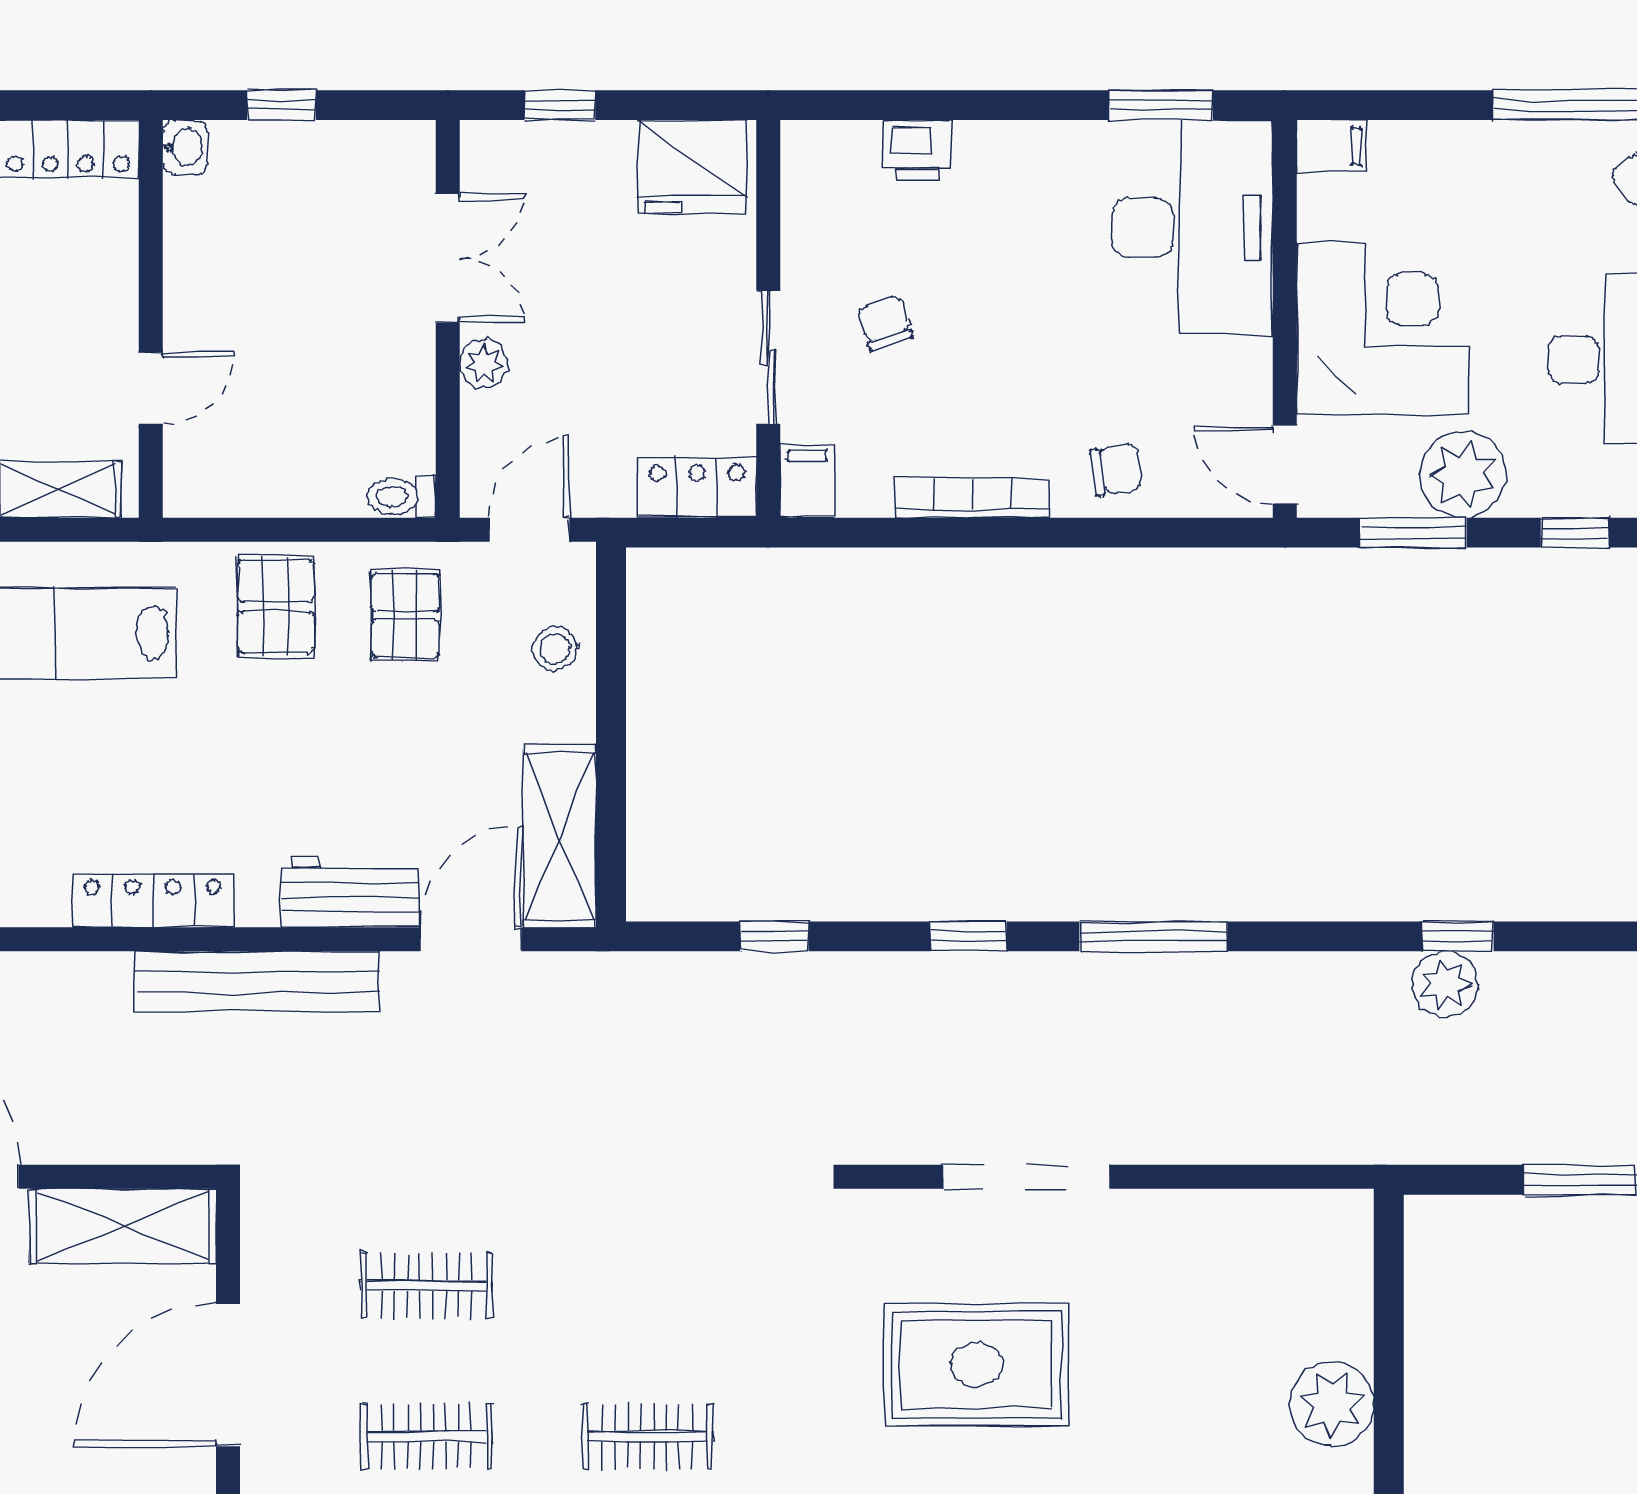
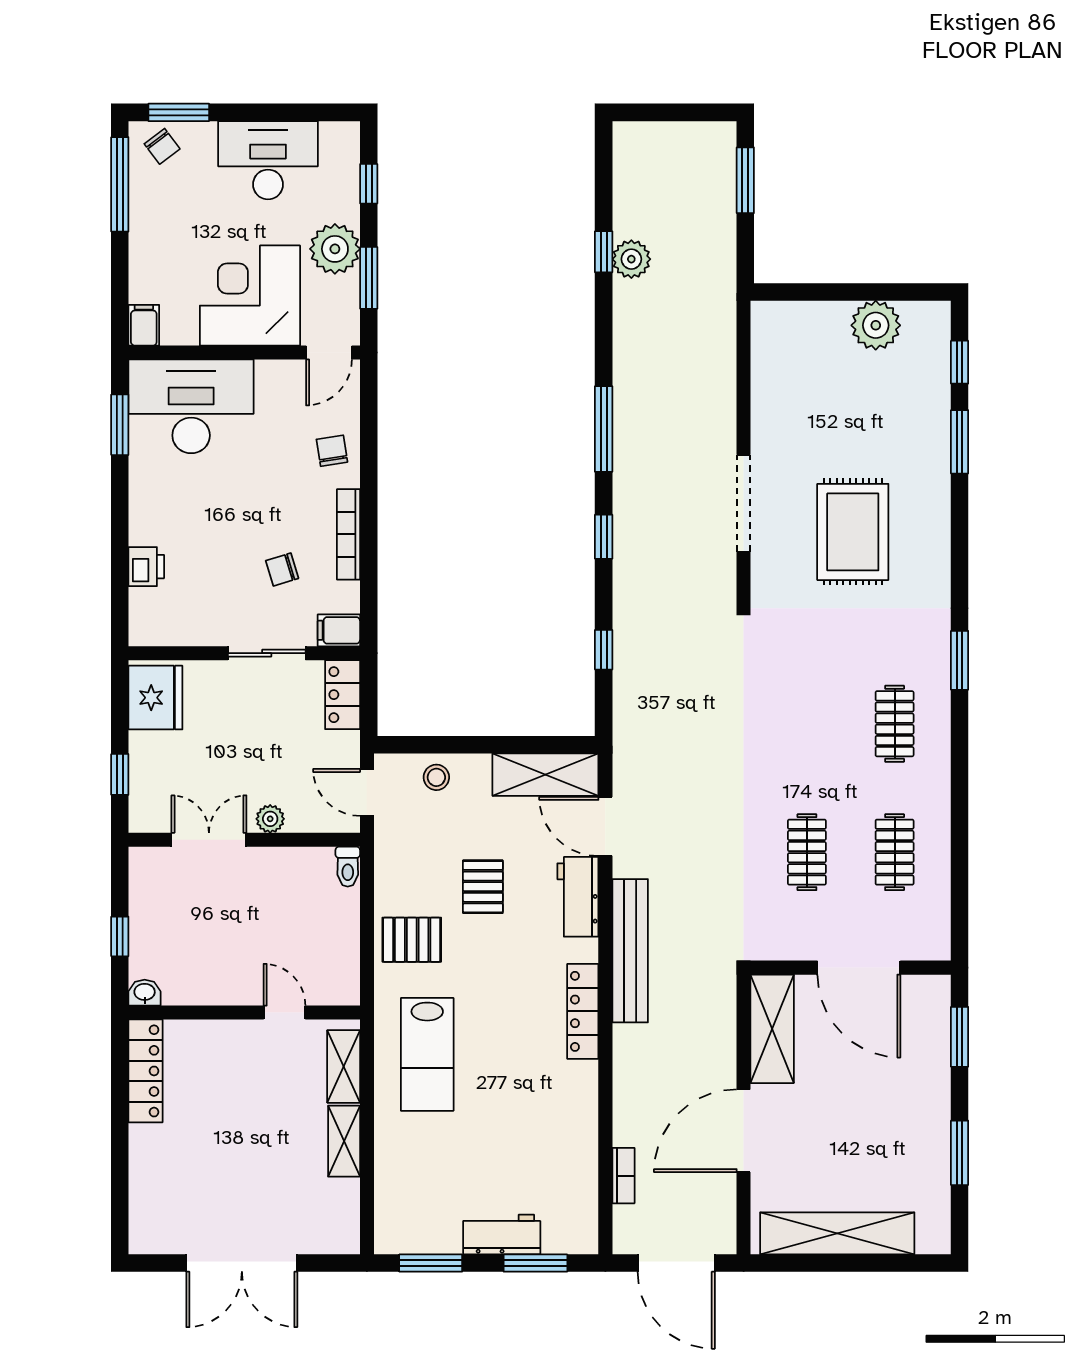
chair: (885, 323) -> (282, 569), moved
pallet: (405, 615) -> (483, 887), moved, turned 90

